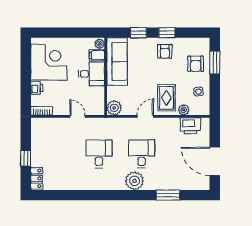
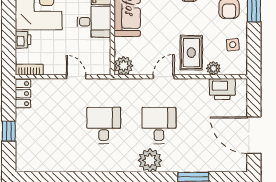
locker: (37, 178) -> (23, 94), moved

